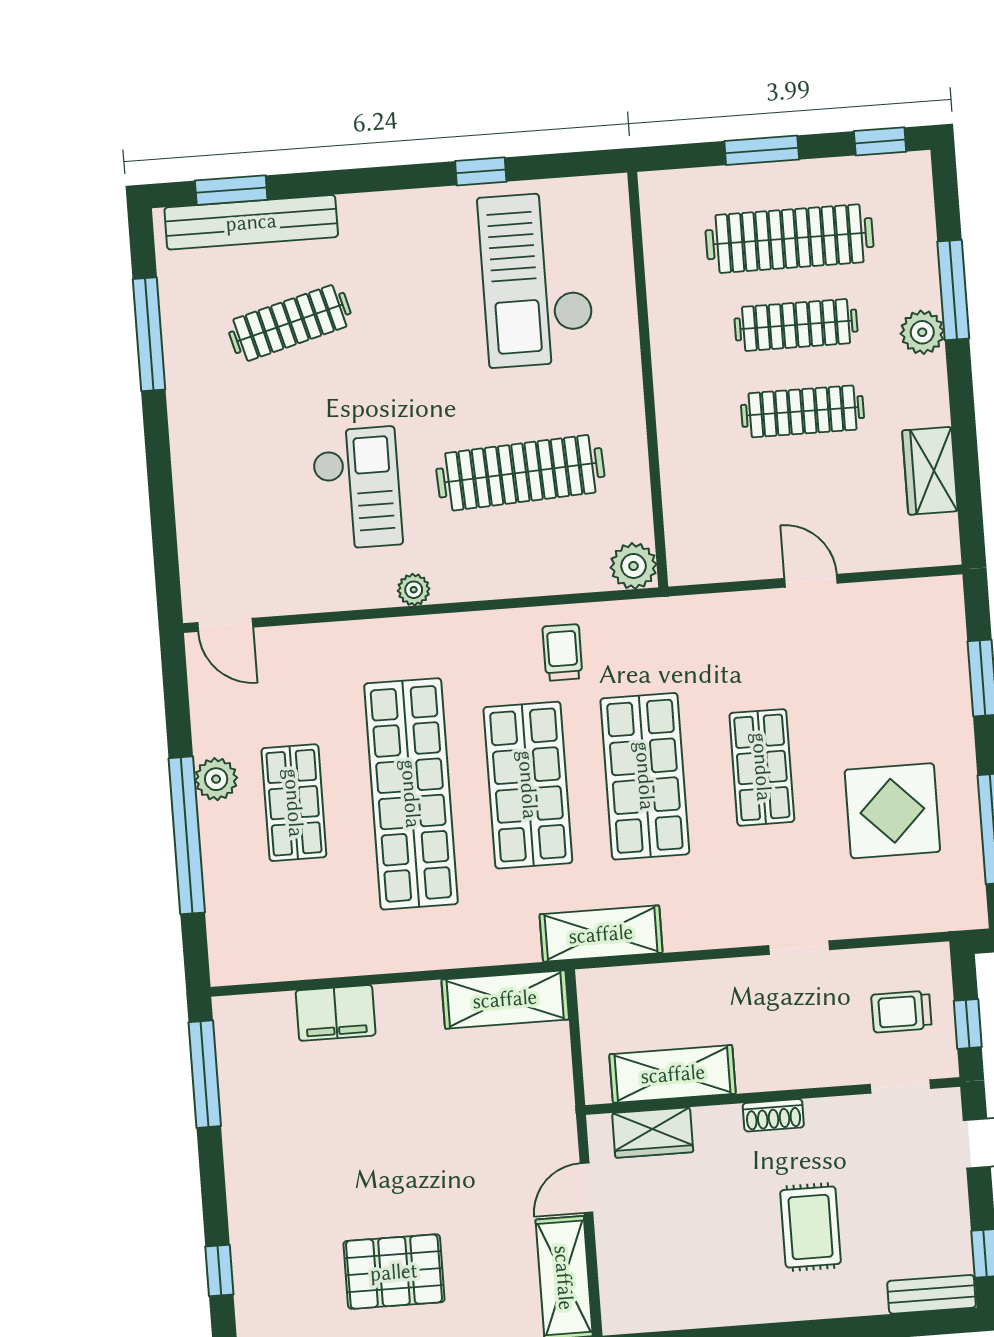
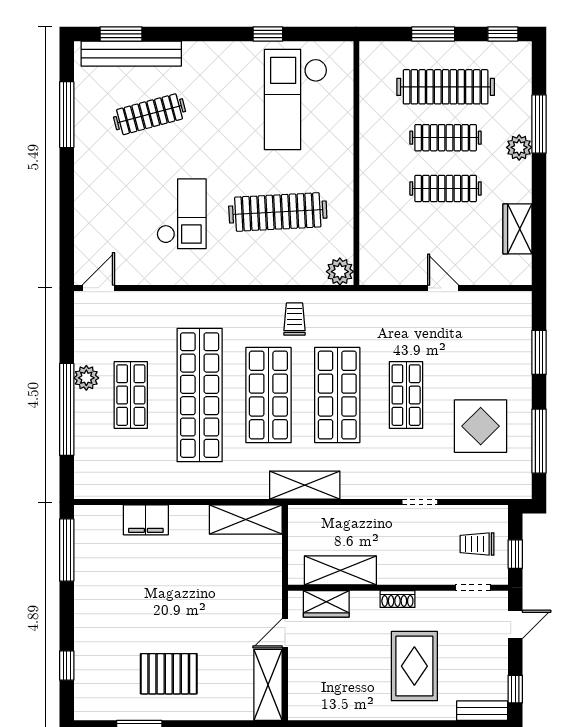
plant: (414, 590) -> (210, 276), removed
door: (225, 625) -> (98, 288), swing flipped
rug: (811, 1227) -> (414, 666), width x1.36, depth x1.43

